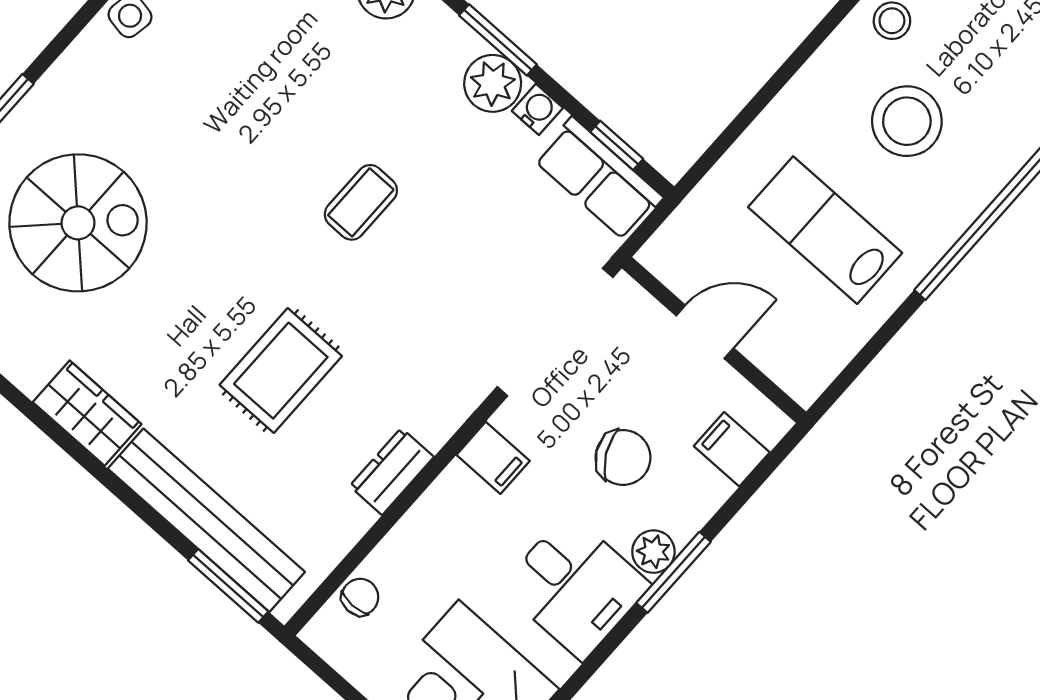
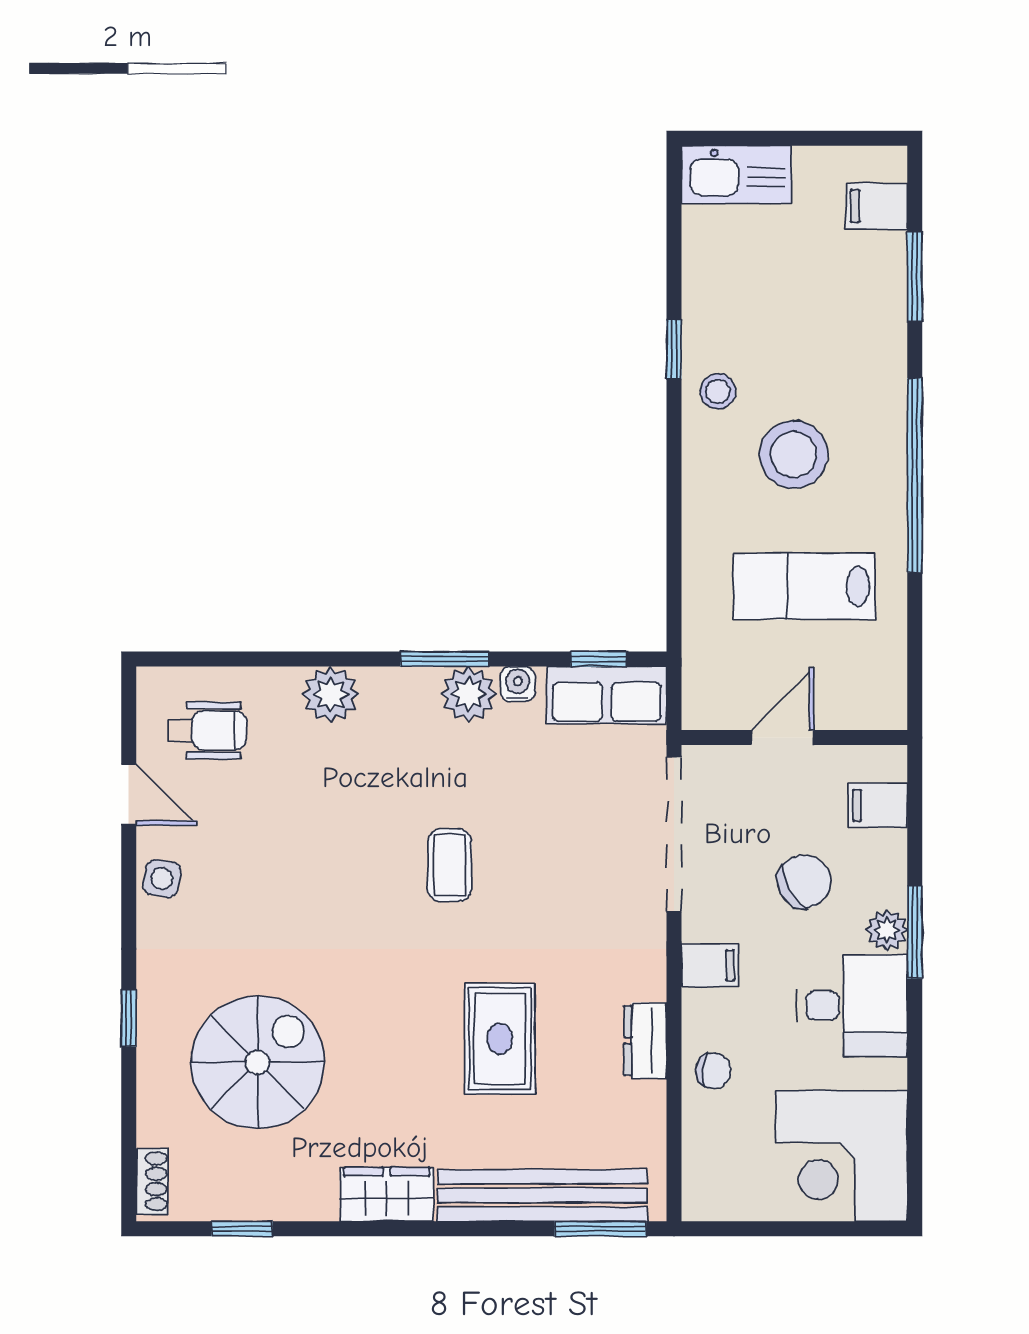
chair: (360, 597) -> (713, 1071), moved, turned 94

